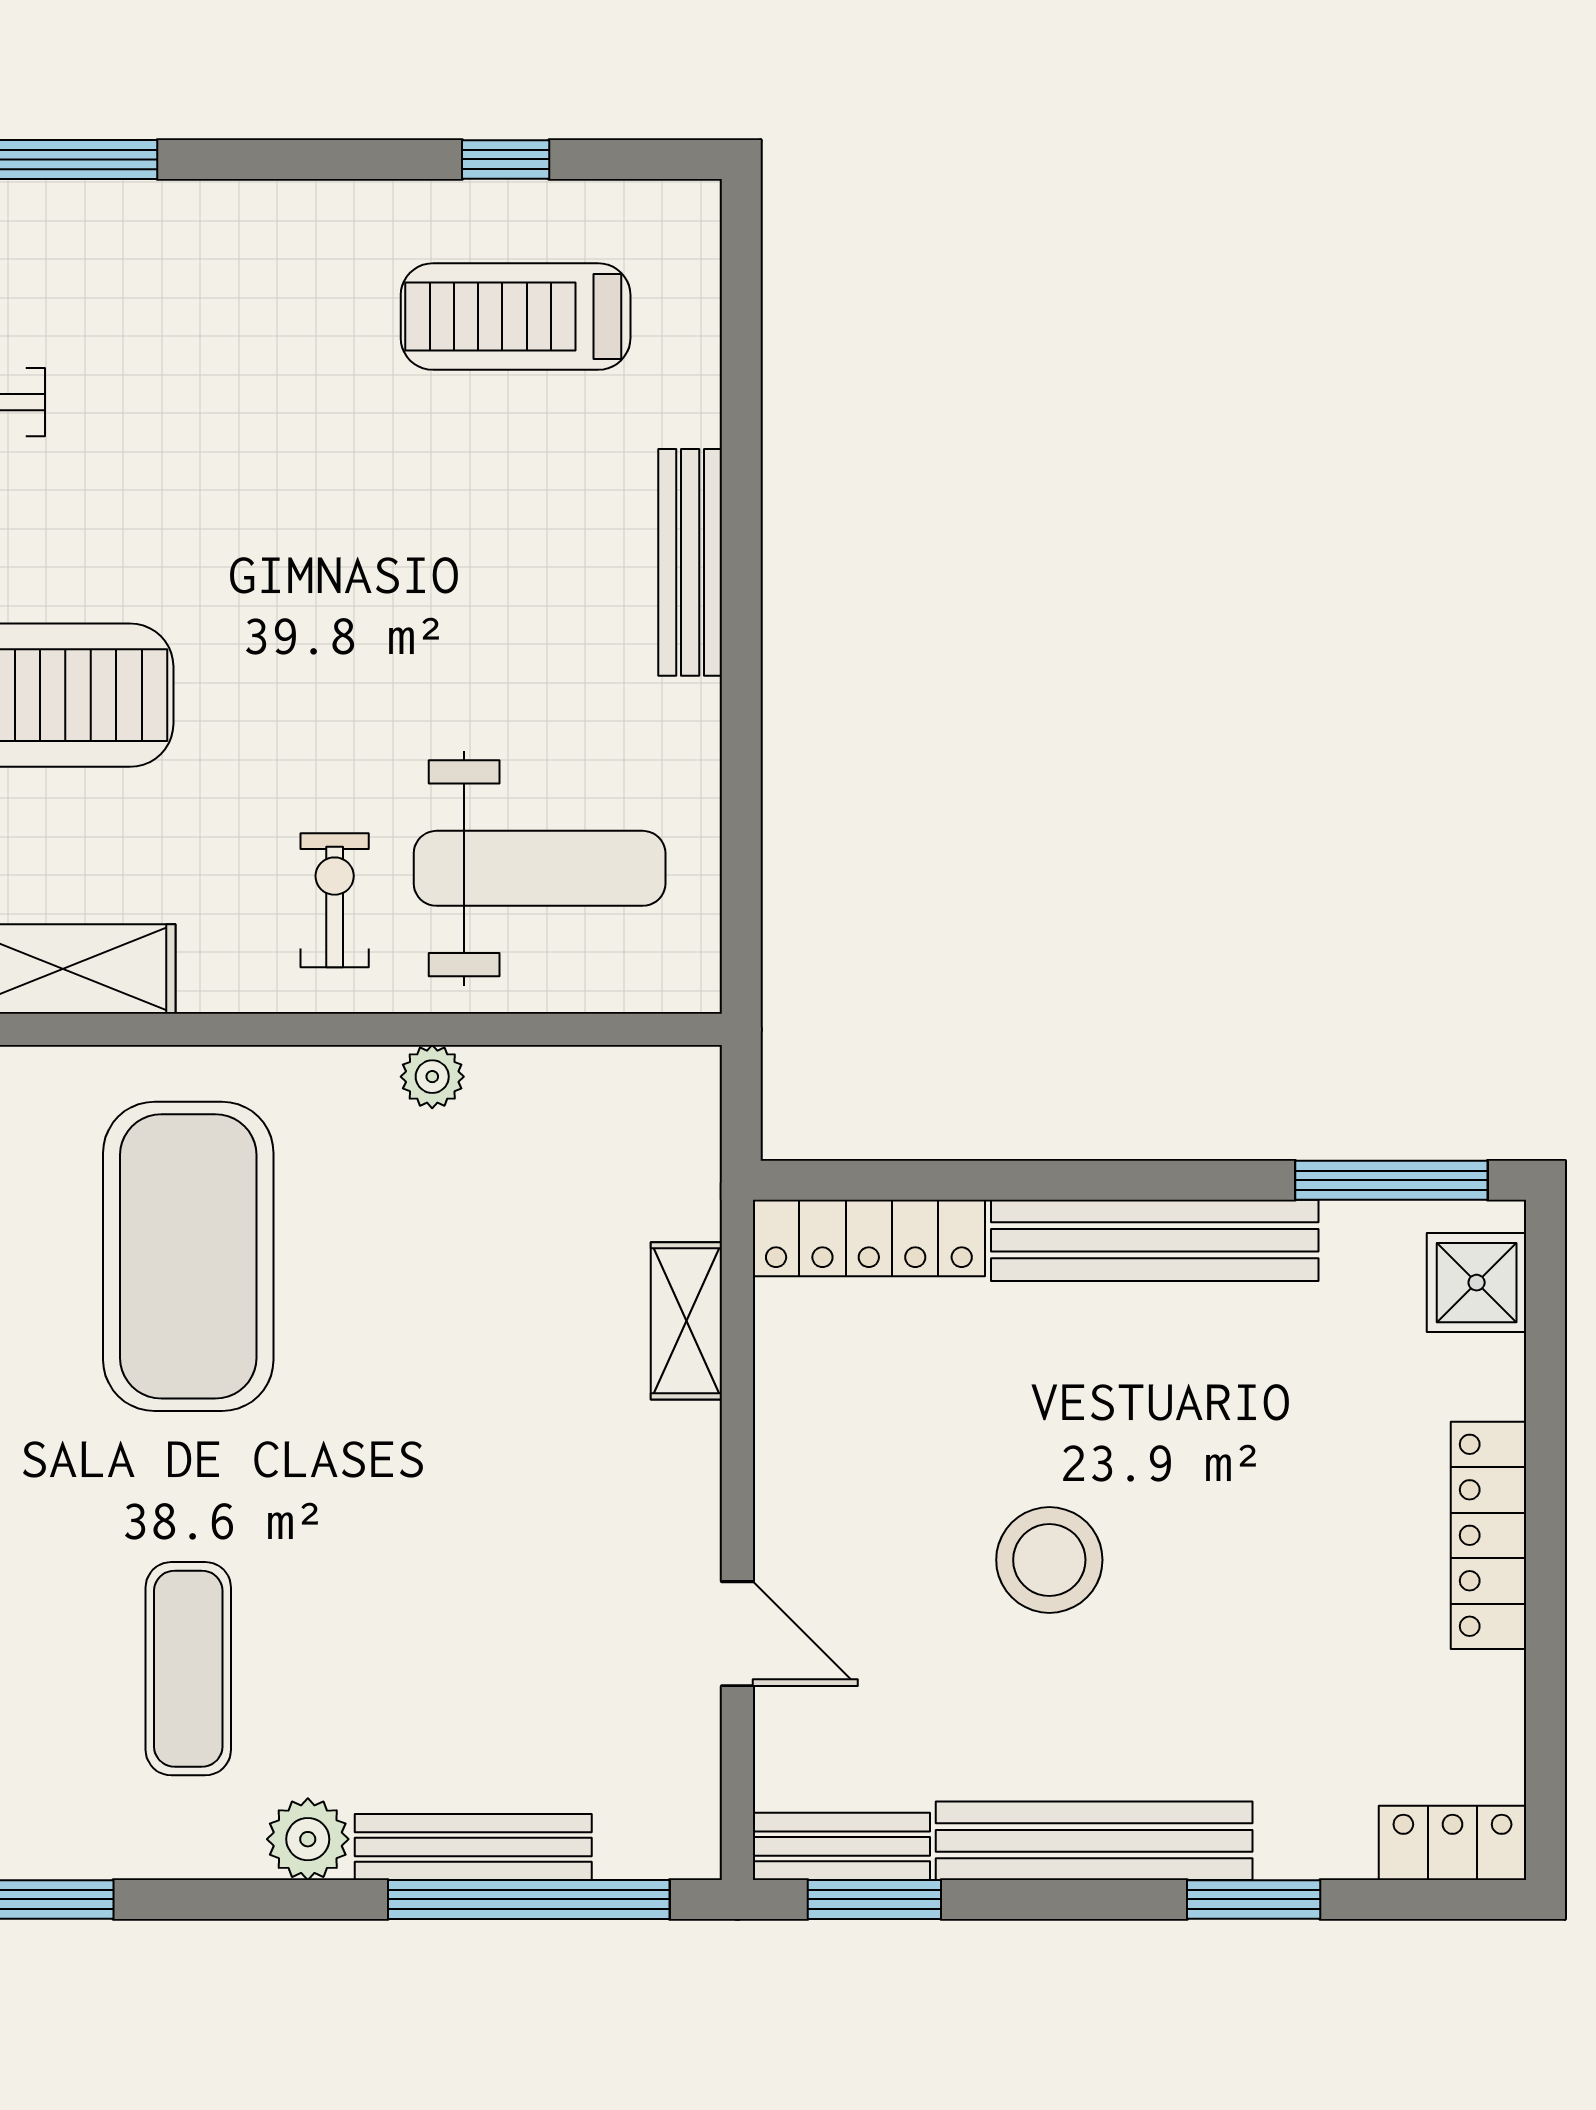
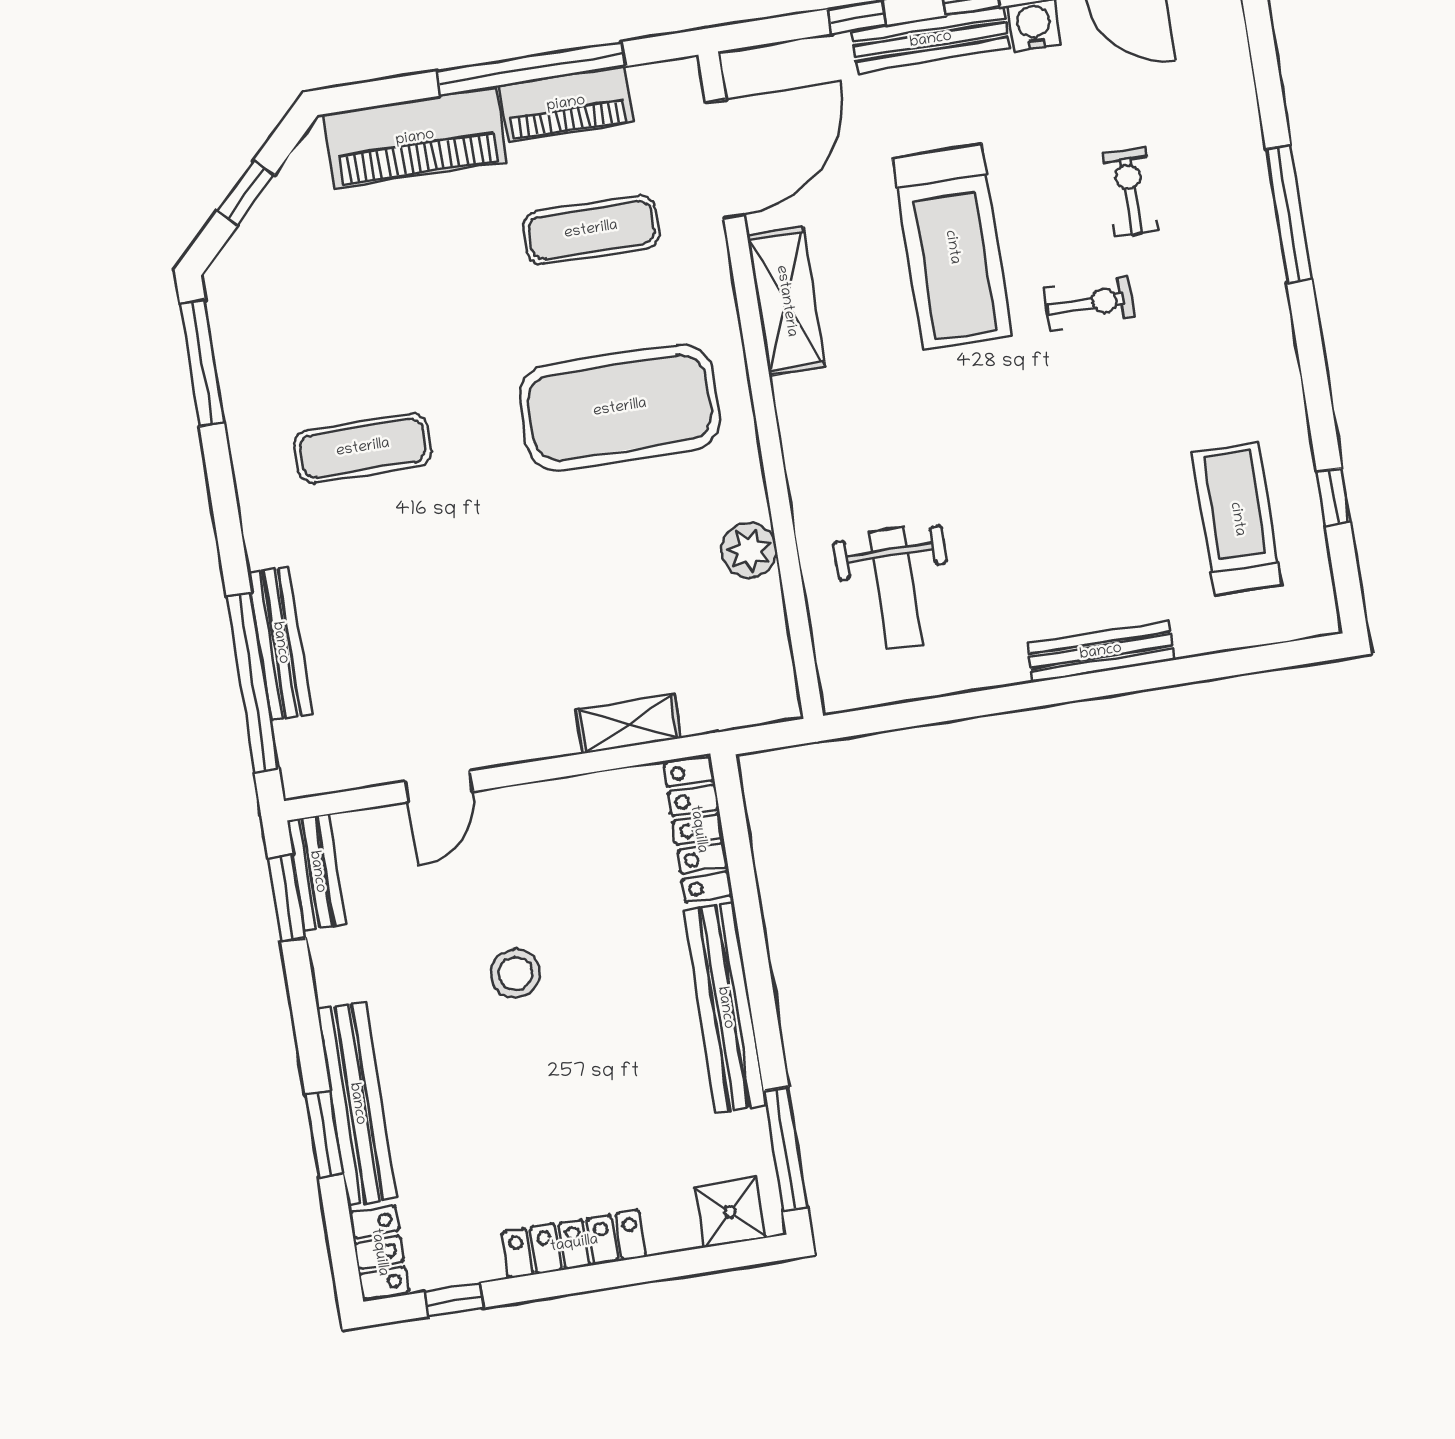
weight bench: (540, 868) -> (896, 588), width x0.73, depth x0.75
exercise bike: (335, 900) -> (1089, 303), moved
plant: (432, 1077) -> (749, 550), width x1.38, depth x1.38
stool: (1049, 1560) -> (515, 973), width x0.73, depth x0.73
window: (1546, 1737) -> (454, 1300), added
plant: (308, 1839) -> (269, 539), removed
bench: (1094, 1841) -> (357, 1104), moved

